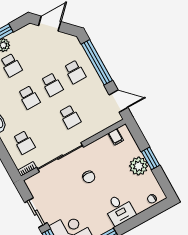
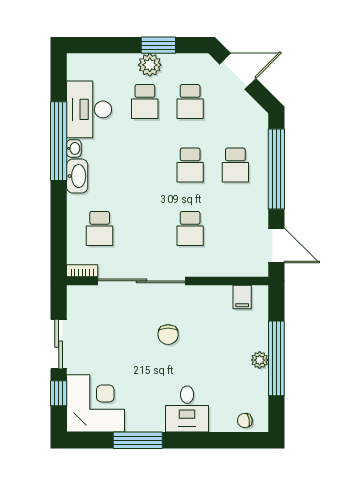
school desk: (29, 97) -> (190, 102), moved
window: (150, 158) -> (276, 358), width x2.11
plant: (139, 166) -> (260, 360), width x0.53, depth x0.53

